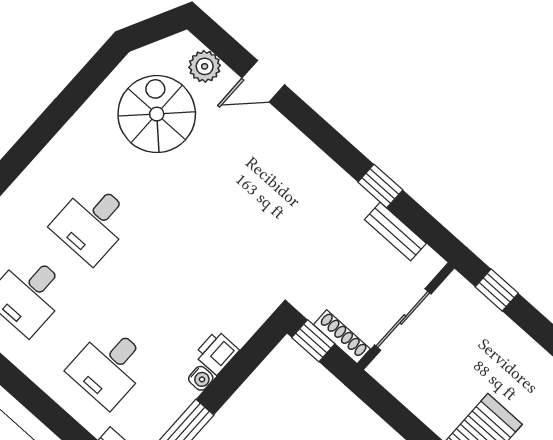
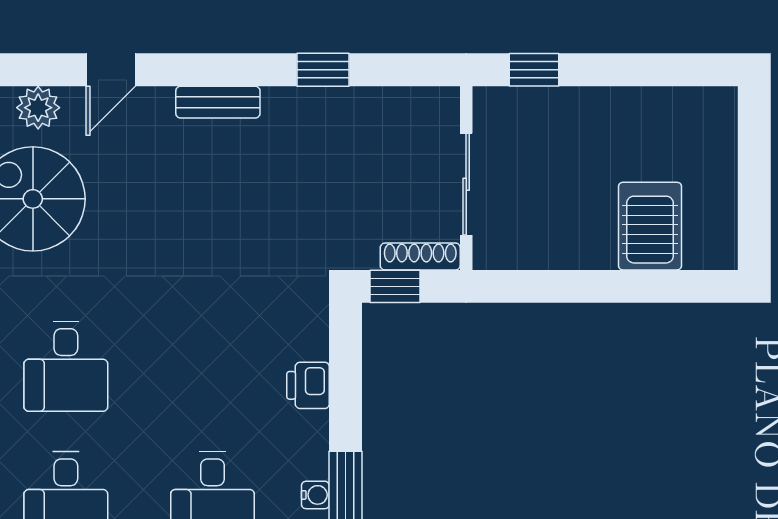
bench: (395, 231) -> (218, 102), moved
water cooler: (201, 378) -> (315, 495), moved

